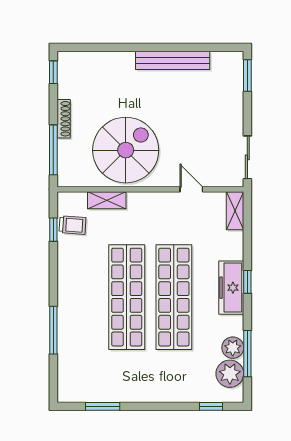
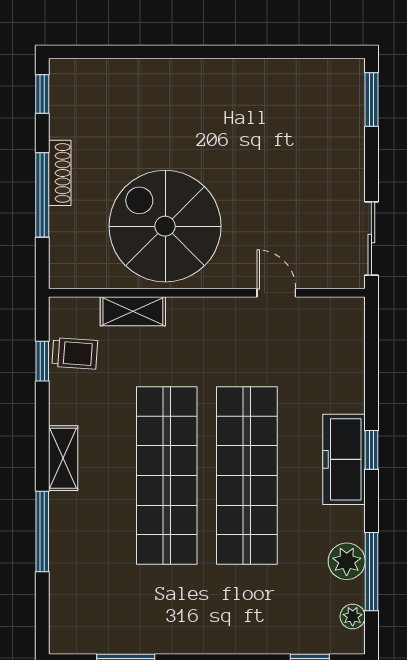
bench: (173, 60) -> (245, 74), removed
window: (53, 150) -> (42, 195), moved
spiral stairs: (126, 150) -> (165, 226), turned -90
shelving: (235, 211) -> (63, 458), moved
plant: (230, 374) -> (353, 616), width x0.53, depth x0.53

